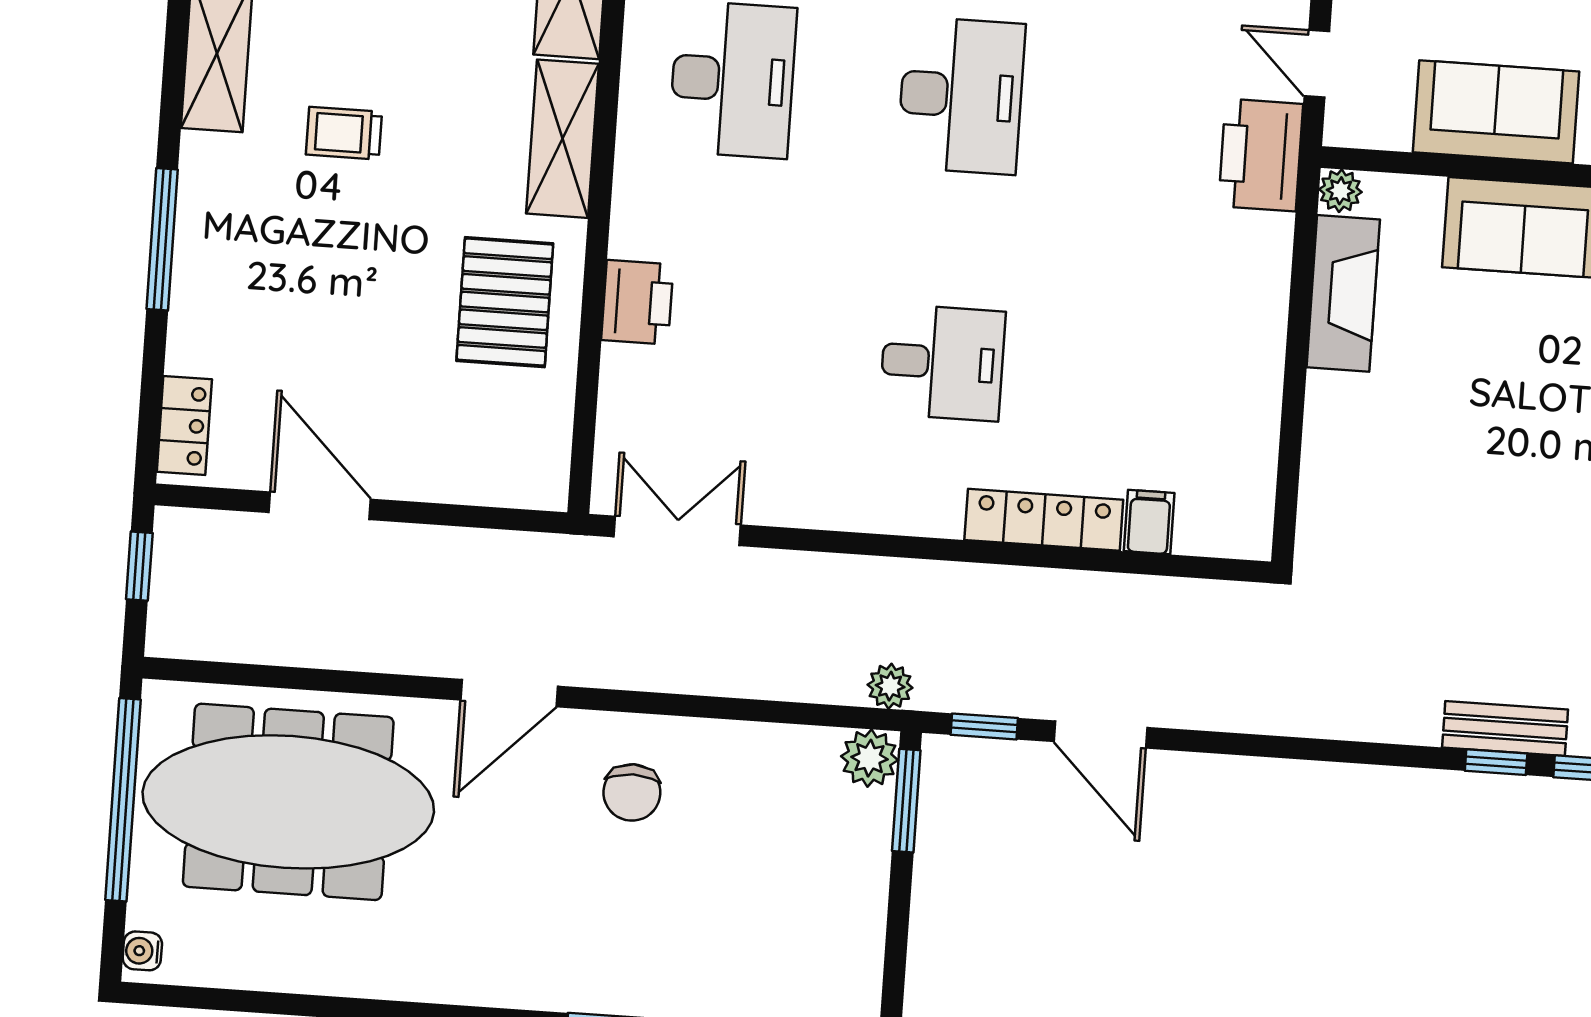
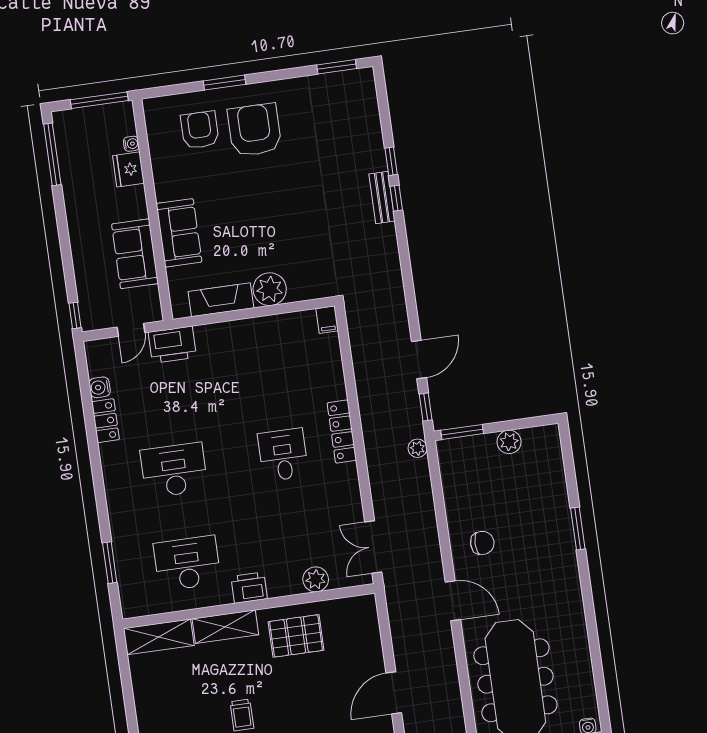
plant: (1340, 191) -> (270, 289), moved, width x1.88, depth x1.88
printer: (637, 302) -> (249, 588), moved
plant: (629, 377) -> (316, 579), added
locker: (1044, 520) -> (342, 432), moved
filing cabinet: (1149, 522) -> (327, 320), moved, turned -90
plant: (870, 758) -> (509, 442), moved

